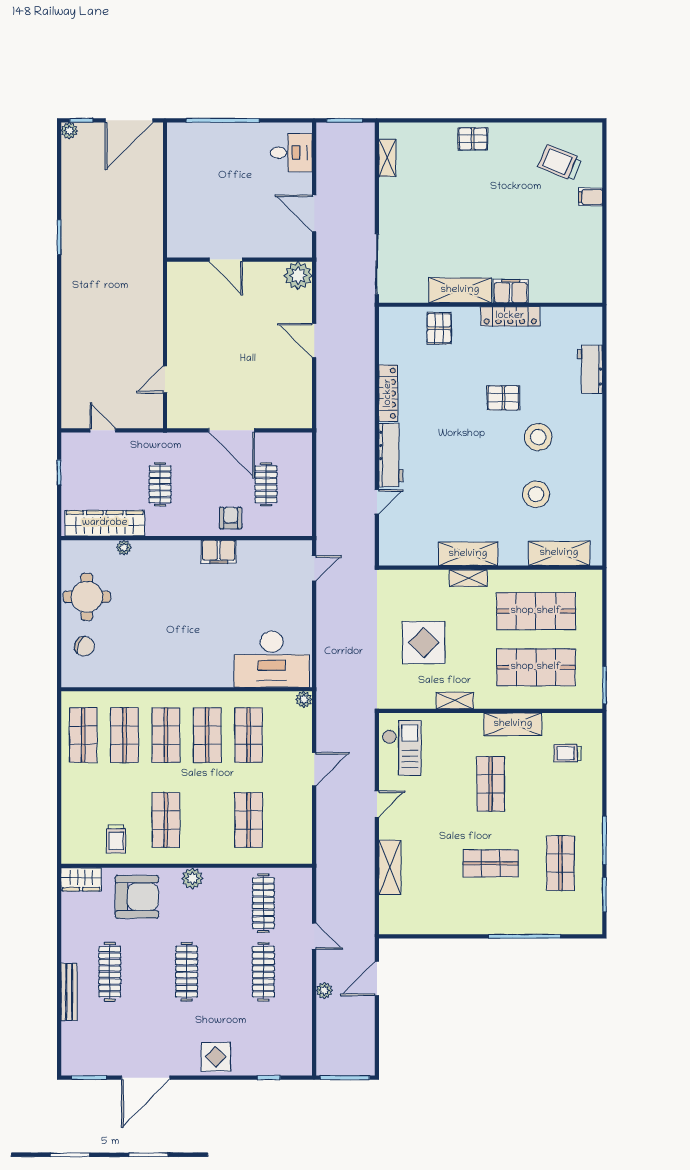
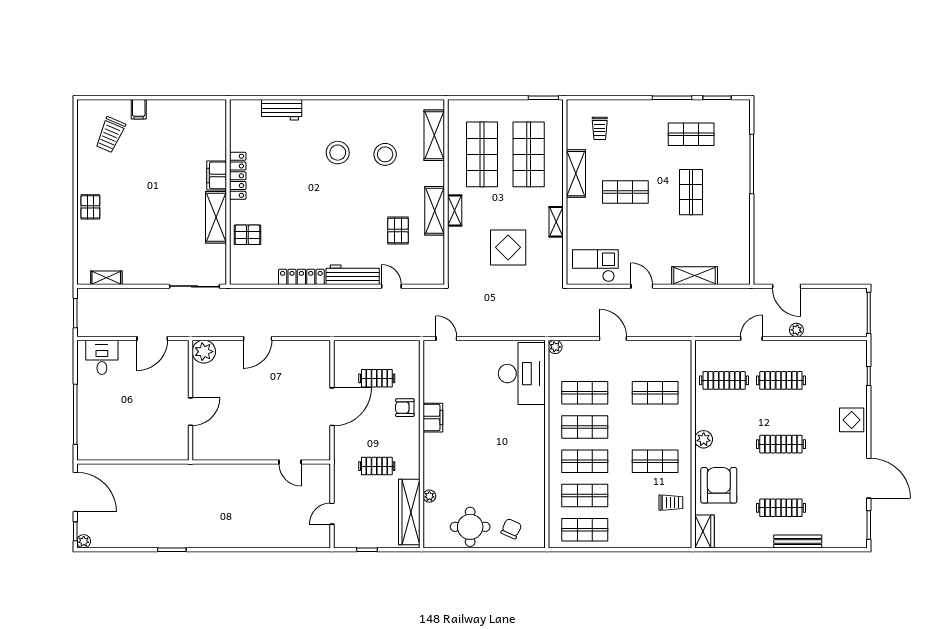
pallet: (503, 398) -> (398, 231), moved

